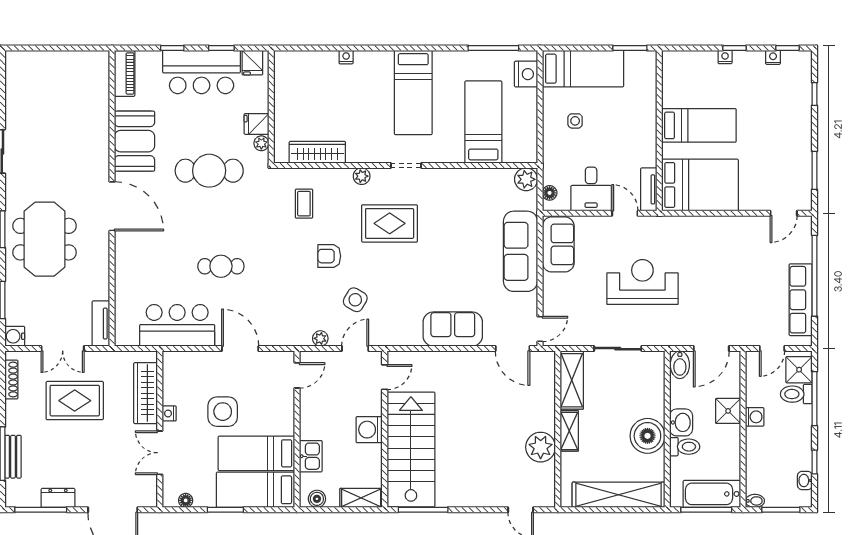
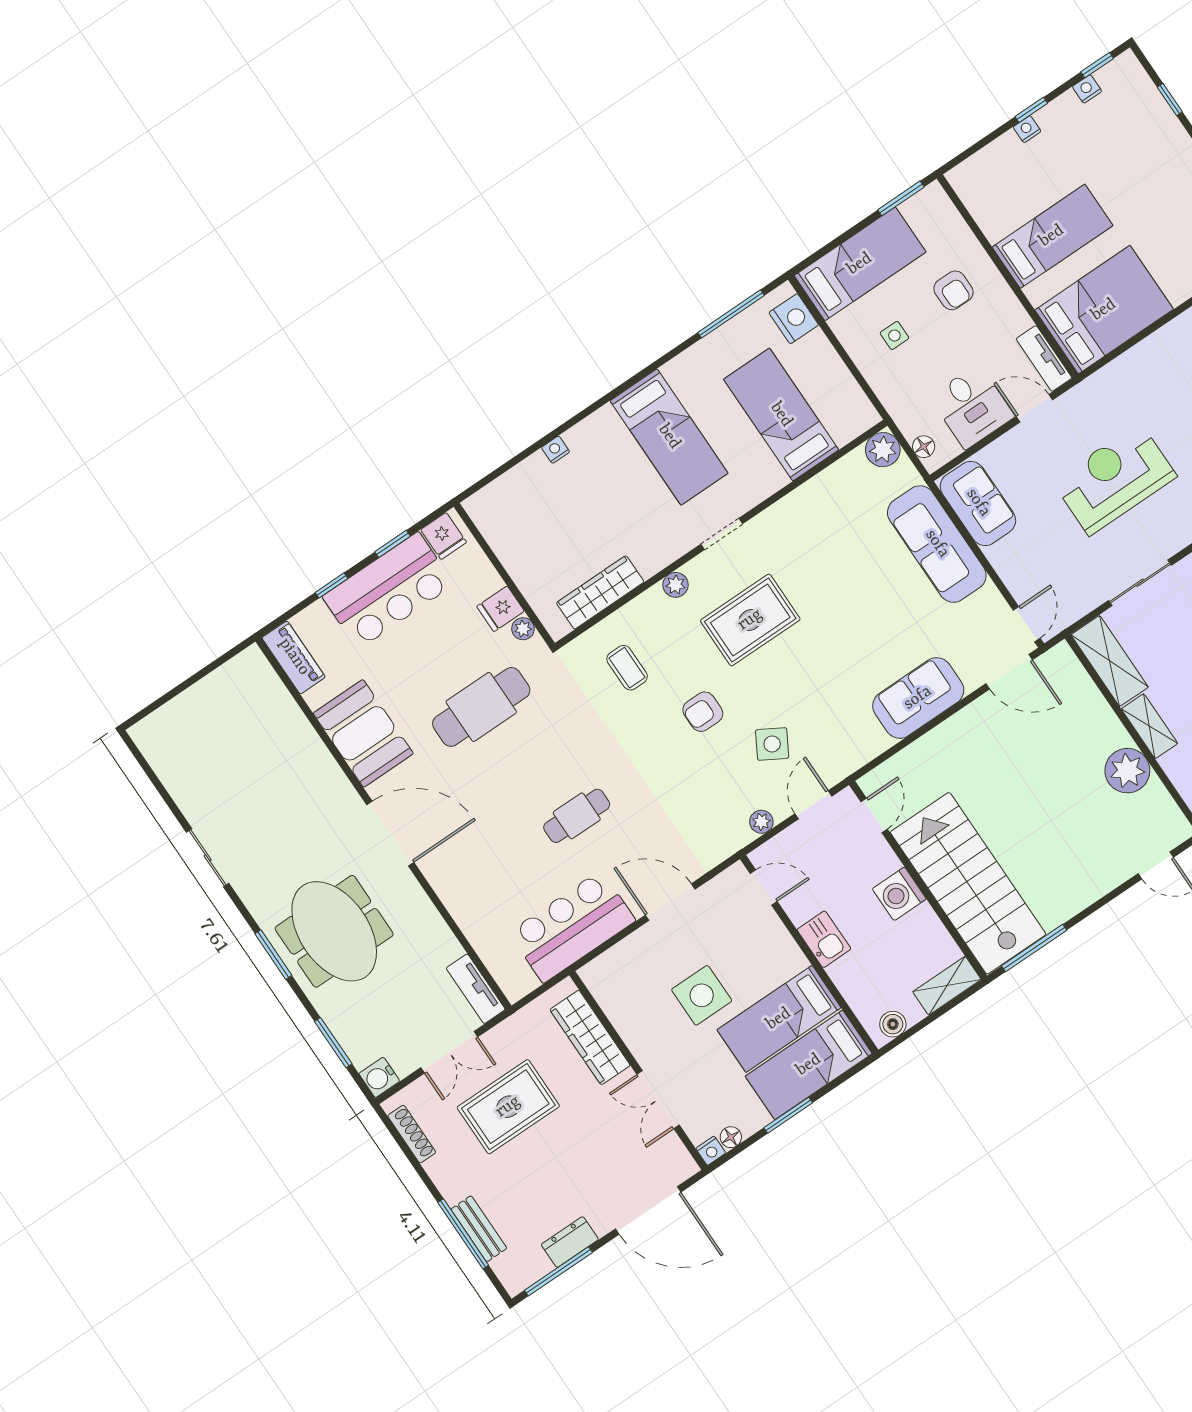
armchair: (624, 118) -> (953, 290), added
door: (297, 375) -> (764, 887), hinge flipped
nightstand: (169, 413) -> (711, 1151), moved, turned -90
kitchen sink: (311, 456) -> (824, 939), moved

